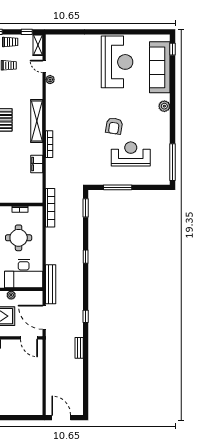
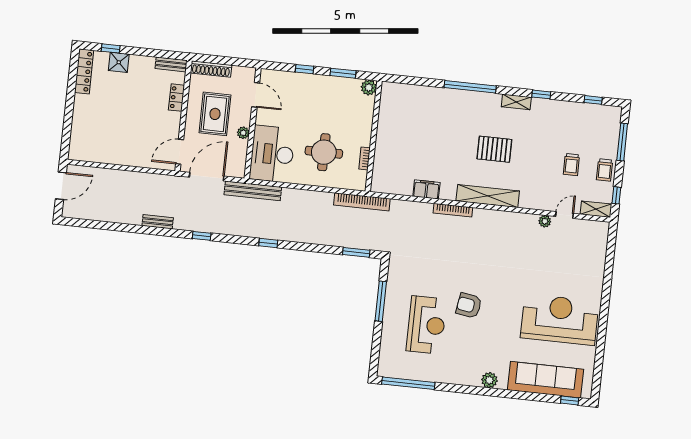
reception desk: (117, 62) -> (560, 320), turned 180
window: (86, 257) -> (268, 243), moved

